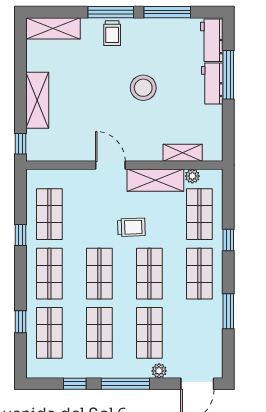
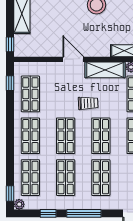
window: (20, 235) -> (10, 83), moved
window: (20, 322) -> (10, 193), moved
plant: (159, 371) -> (19, 204), moved

